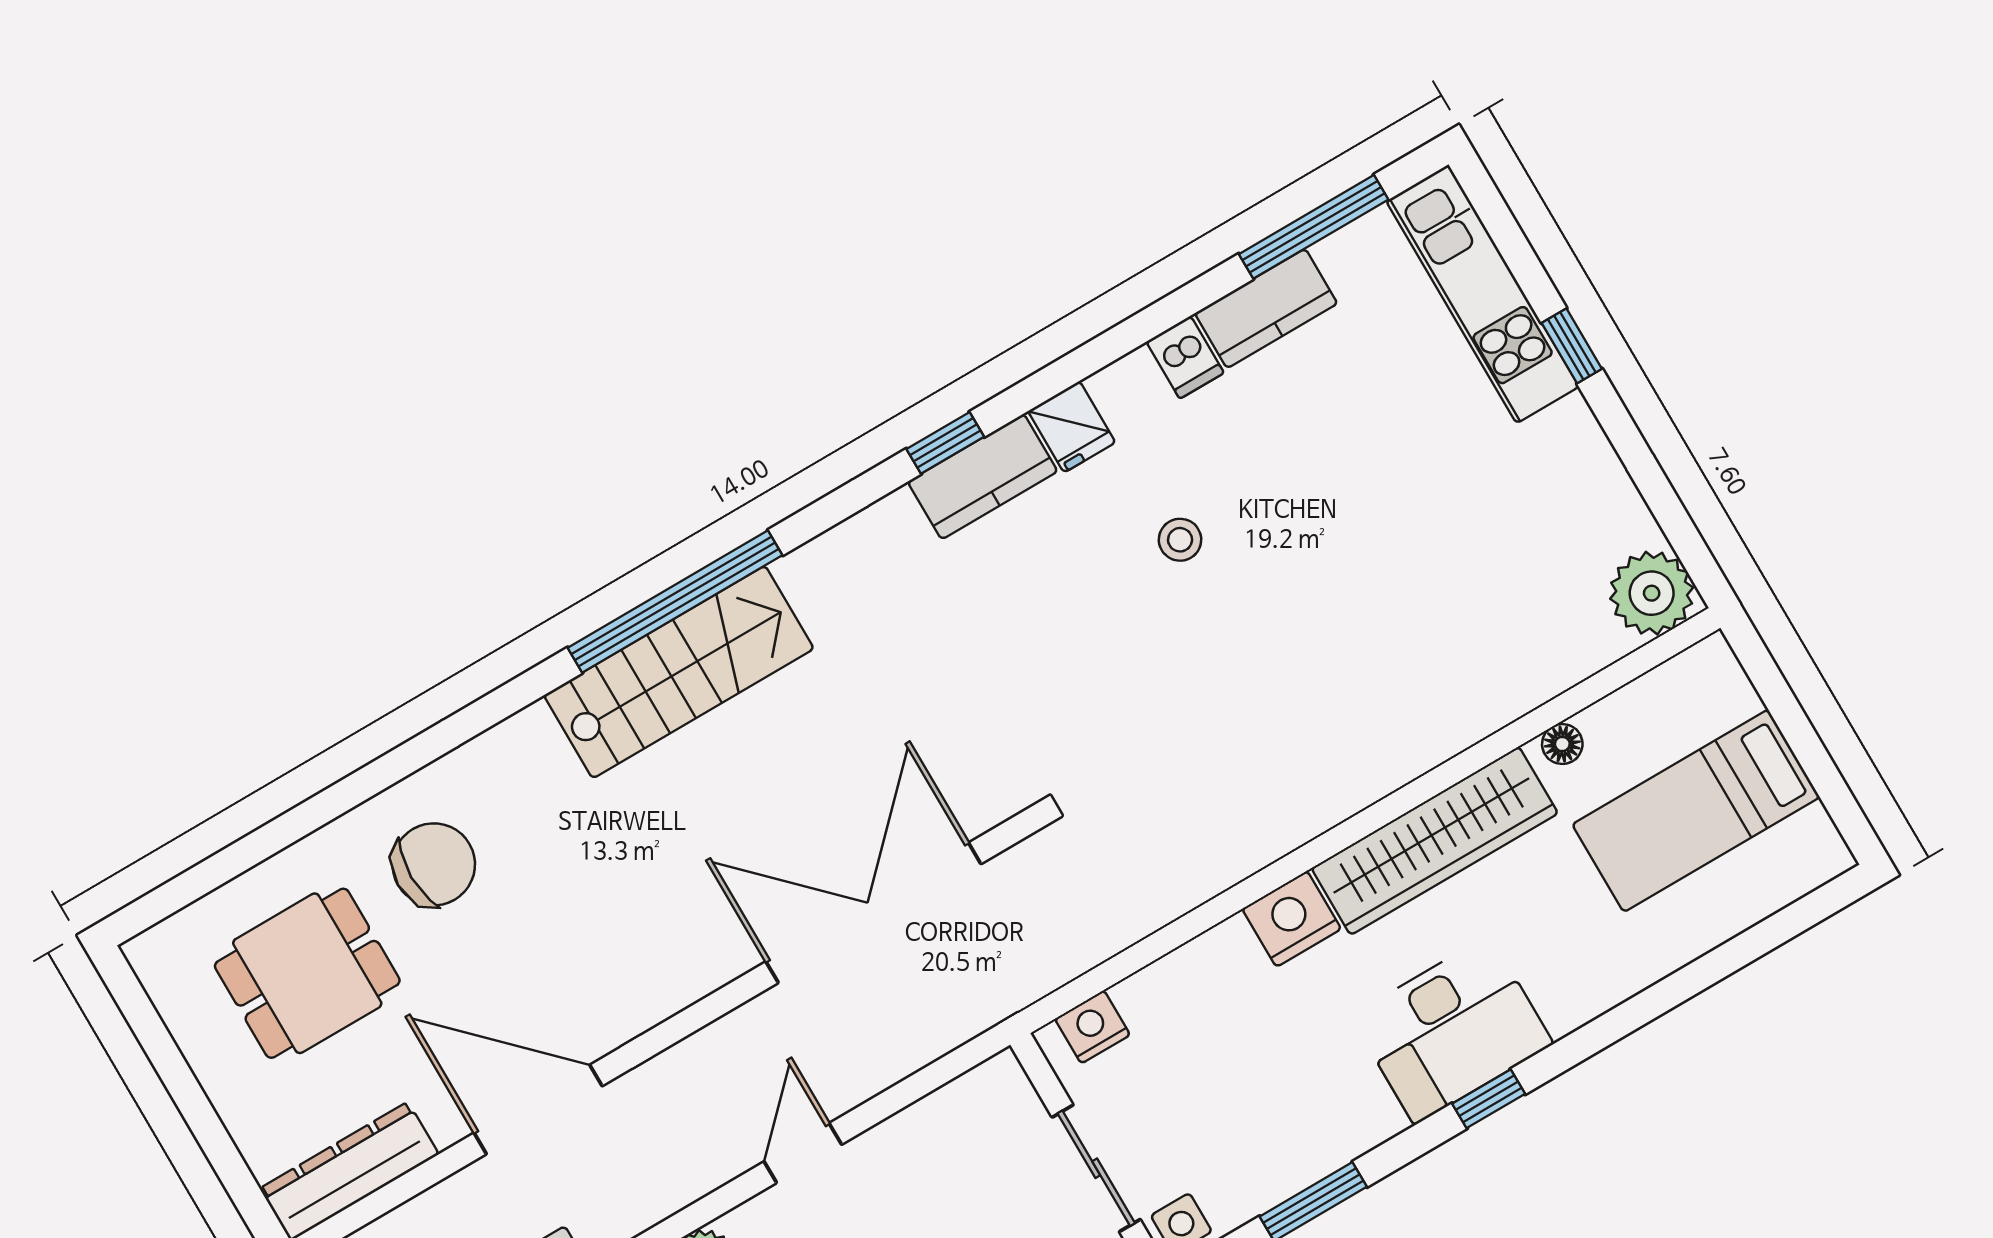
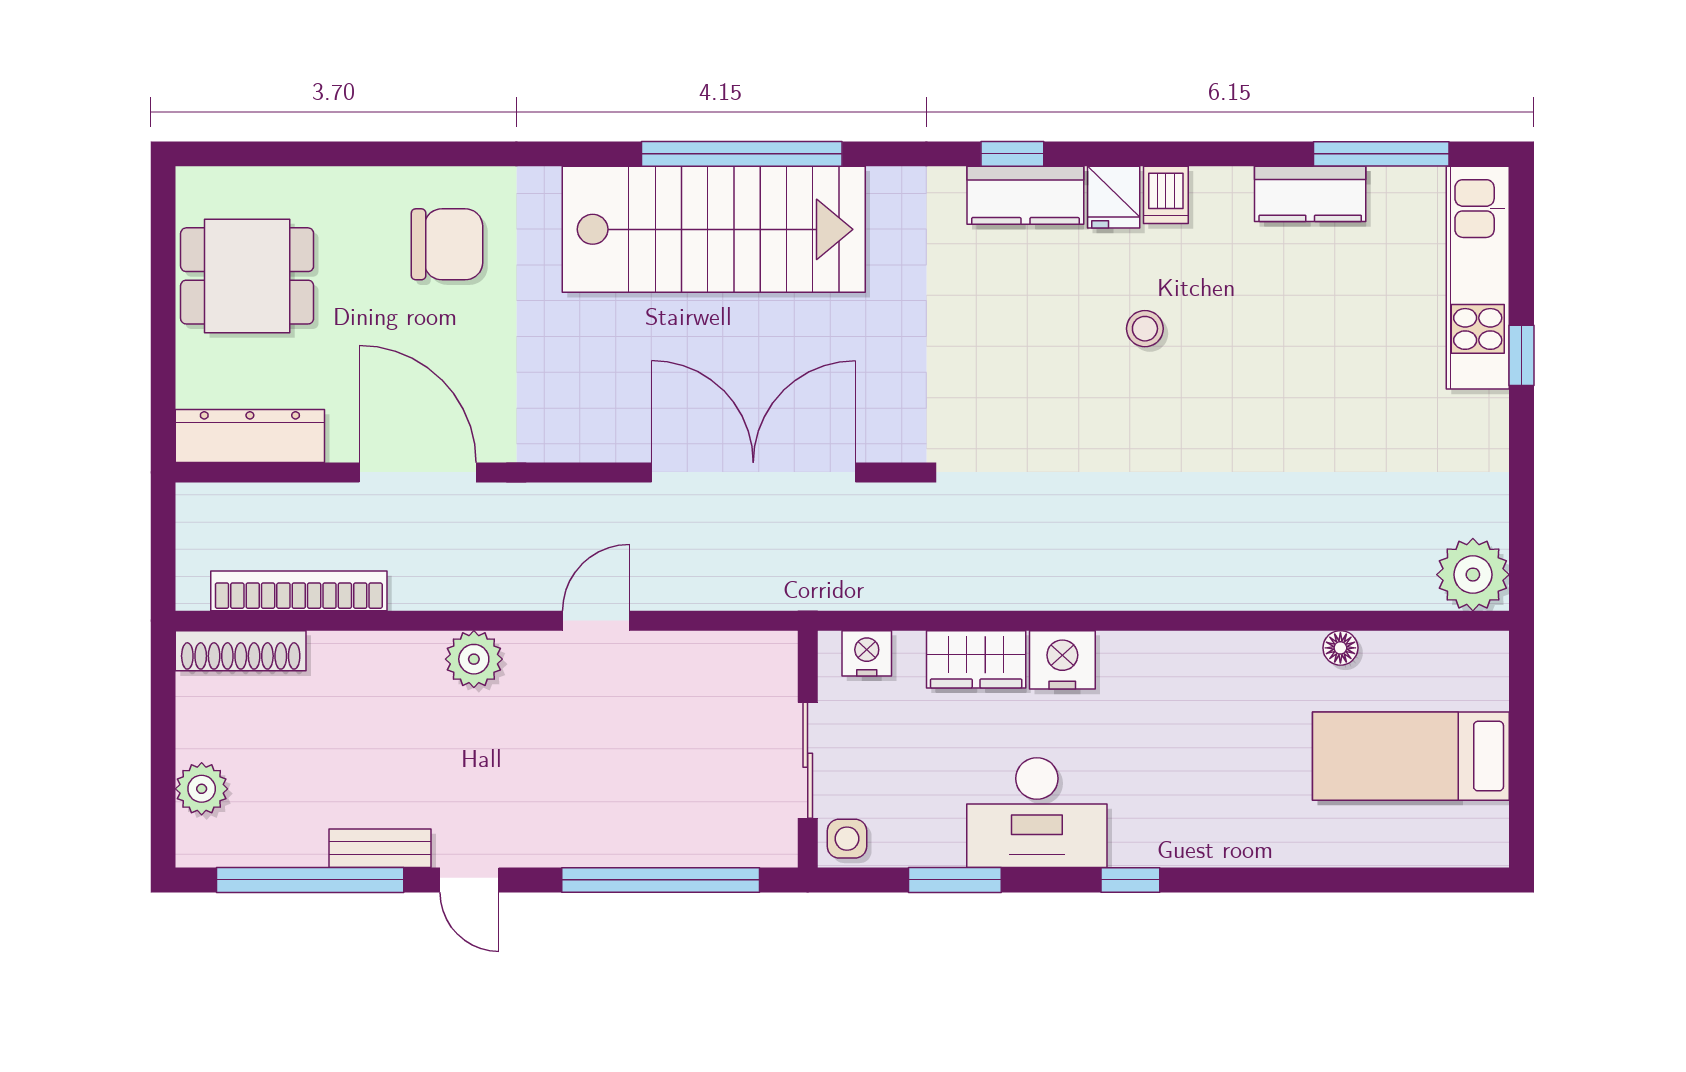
dishwasher: (1185, 357) -> (1166, 195), moved
stairs: (679, 672) -> (714, 229), width x1.36, depth x1.51
wardrobe: (1435, 841) -> (976, 659), moved, width x0.48, depth x0.85
dining table: (307, 973) -> (247, 276), moved
desk: (1452, 1030) -> (1037, 813), moved

